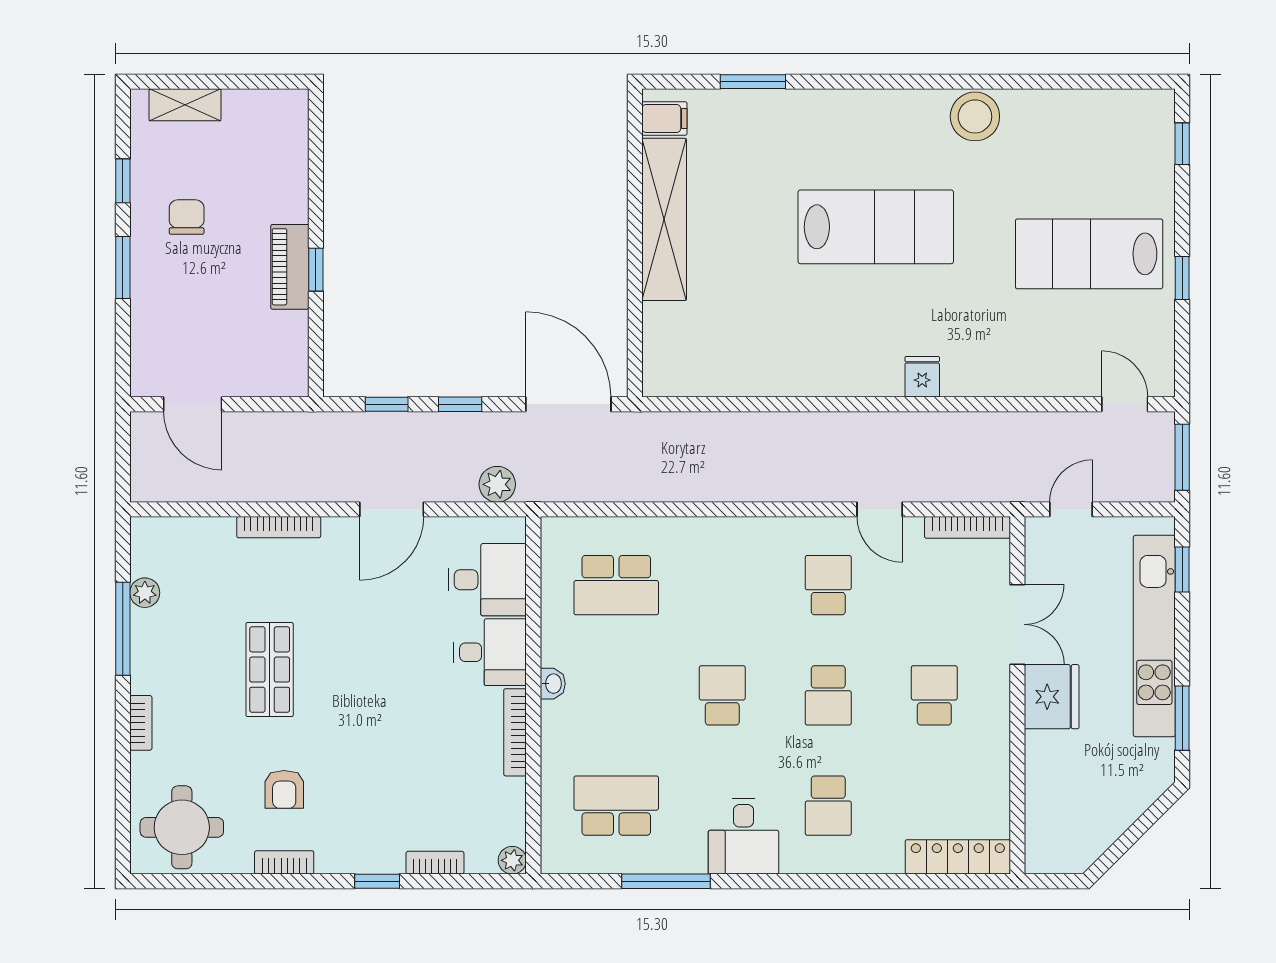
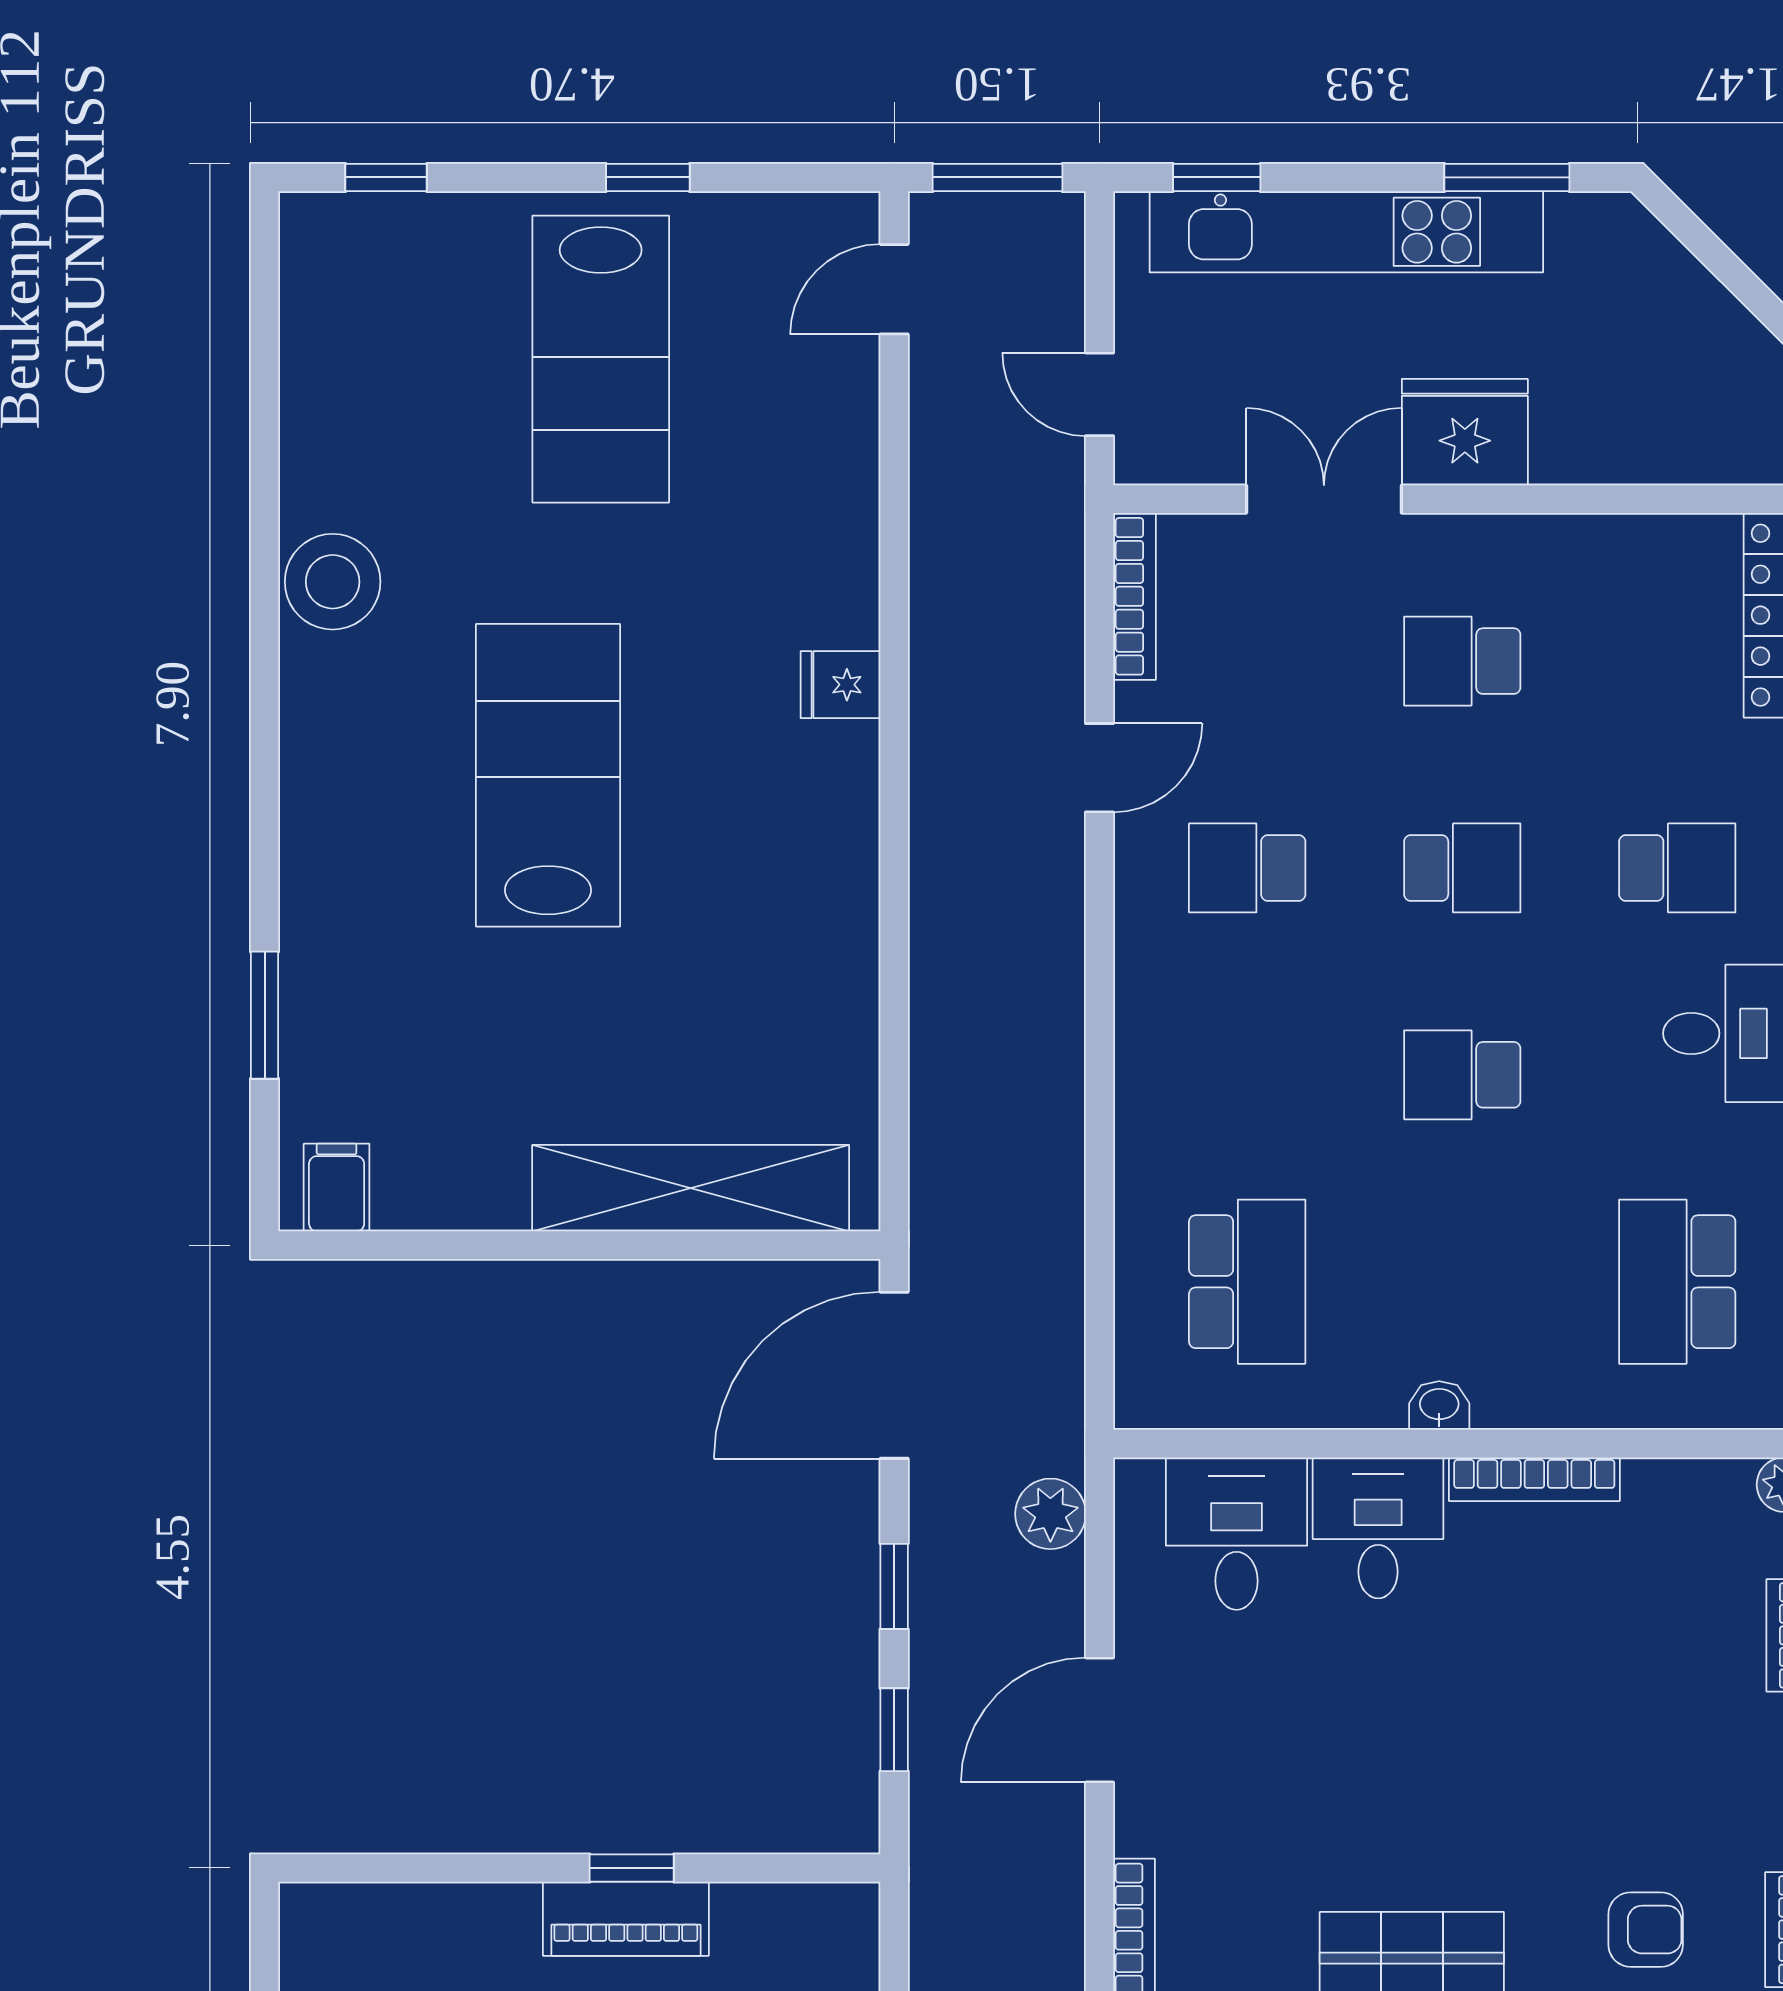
shelving: (664, 219) -> (691, 1188), moved
door: (392, 509) -> (1099, 1720), swing flipped

